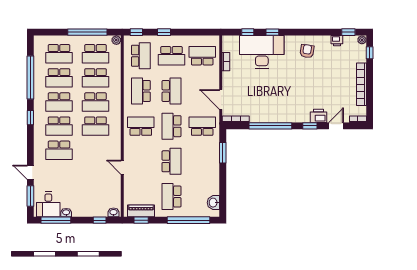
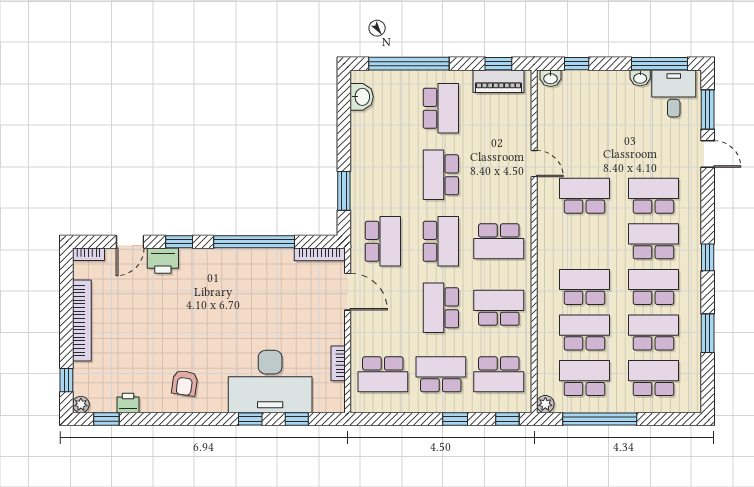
school desk: (141, 56) -> (499, 374), turned -90
window: (30, 77) -> (708, 333), width x0.47
school desk: (141, 91) -> (499, 308), turned -90
school desk: (96, 126) -> (584, 196), moved
school desk: (202, 126) -> (383, 241), turned -90

